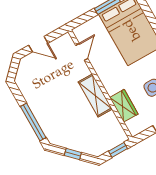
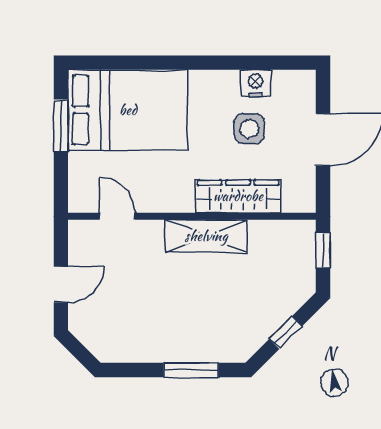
wardrobe: (124, 106) -> (238, 196), width x1.50
window: (33, 122) -> (191, 370), width x0.69

